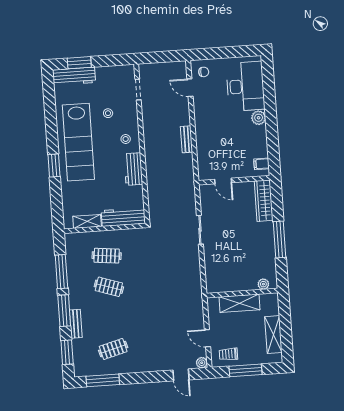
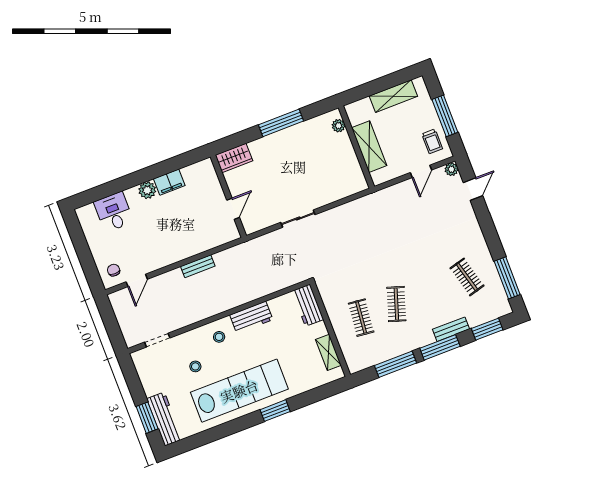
desk: (245, 86) -> (114, 212), width x0.53, depth x0.77
filing cabinet: (262, 164) -> (169, 182), moved, width x2.00
wardrobe: (264, 201) -> (234, 158), width x0.67
workbench: (123, 217) -> (308, 305), width x0.73

